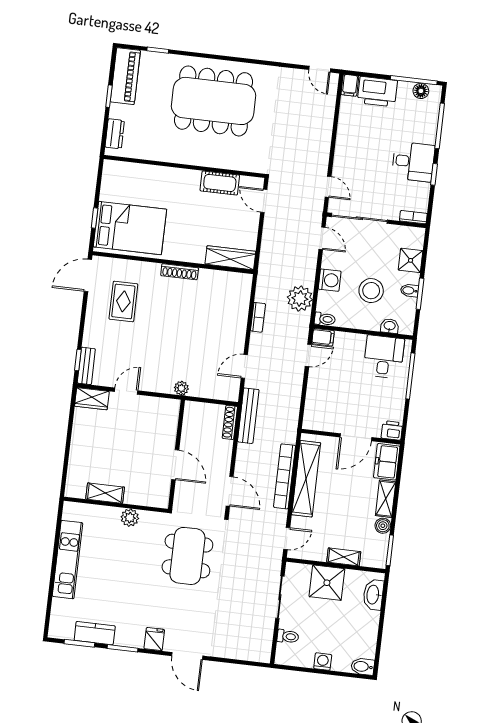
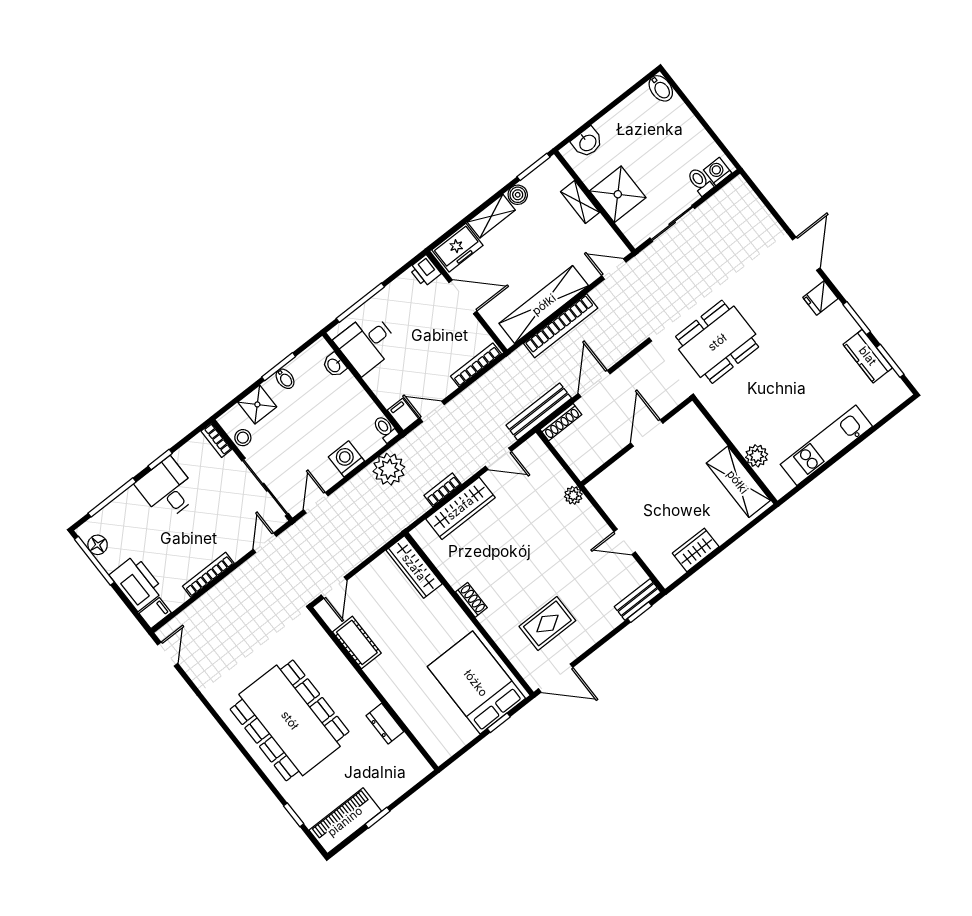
dresser: (115, 134) -> (385, 724), moved, turned -90
bookcase: (342, 137) -> (208, 575), added
shoe rack: (180, 272) -> (471, 600), width x0.70
stool: (371, 291) -> (243, 438), moved, width x0.53, depth x0.53
wardrobe: (237, 317) -> (460, 508), added
wardrobe: (92, 399) -> (696, 550), moved, turned -90
bookcase: (310, 406) -> (476, 365), added
door: (230, 491) -> (594, 384), moved
shelving: (105, 493) -> (738, 482), width x1.50, depth x1.33
plant: (130, 518) -> (757, 456), moved
washbasin: (373, 595) -> (587, 142), width x0.72
washing machine: (323, 662) -> (718, 171), moved, turned 90

